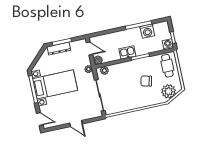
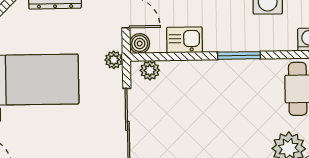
kitchen sink: (127, 52) -> (184, 40), moved
chair: (146, 81) -> (242, 114), removed

